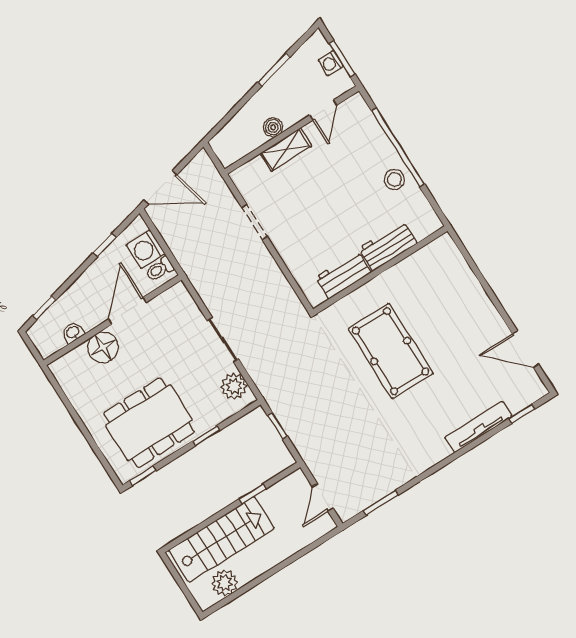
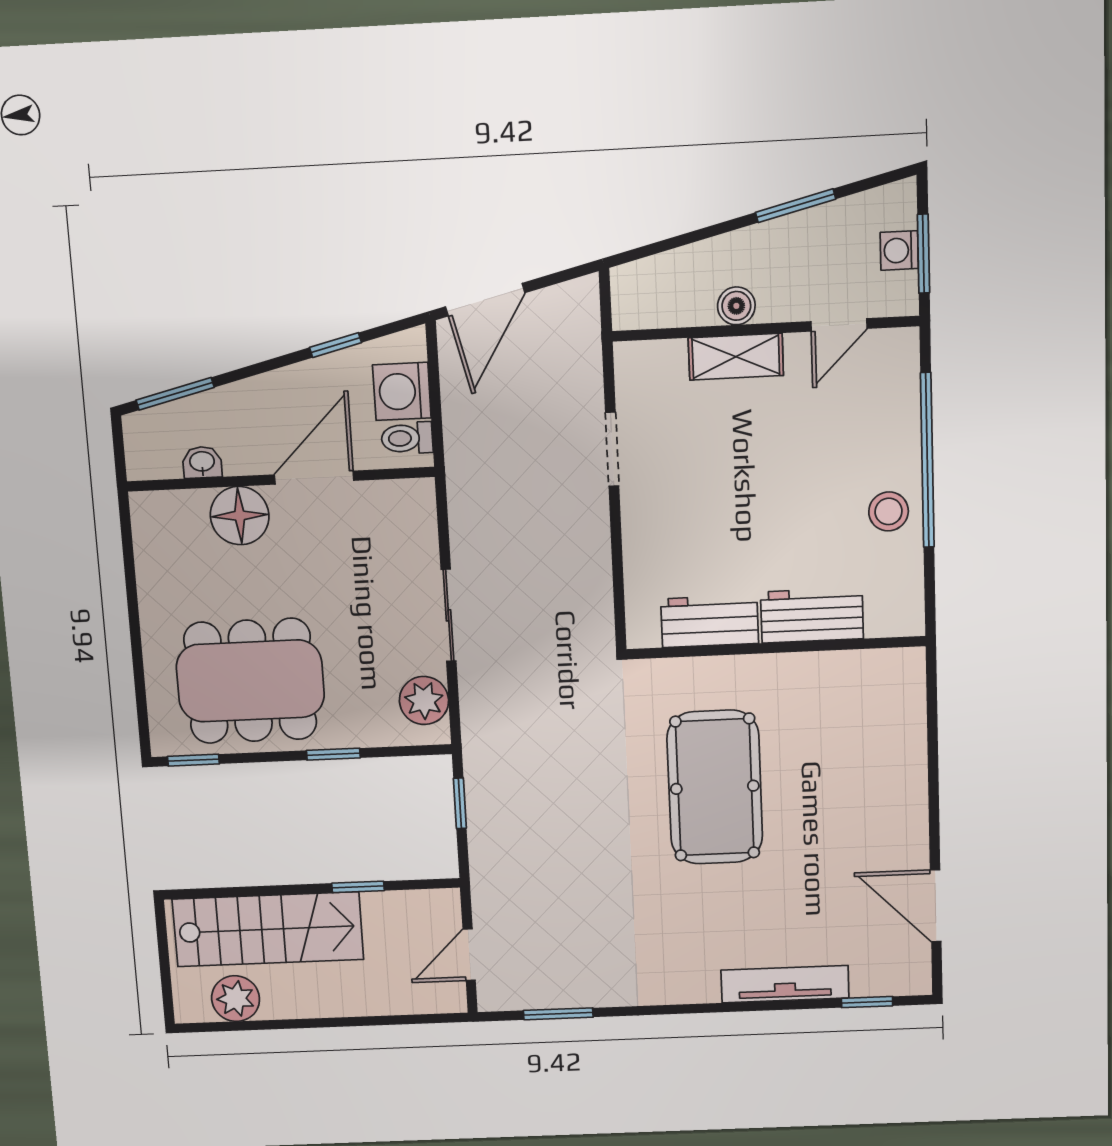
door: (160, 187) -> (485, 300), hinge flipped
window: (44, 308) -> (175, 394), width x1.50

